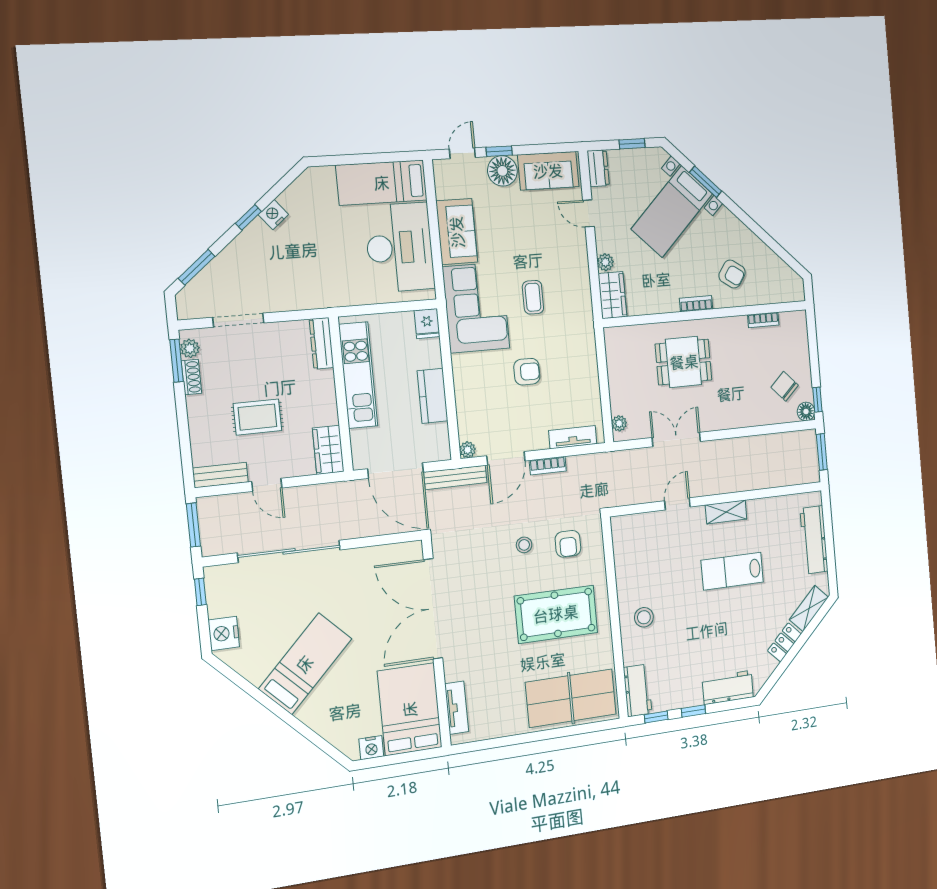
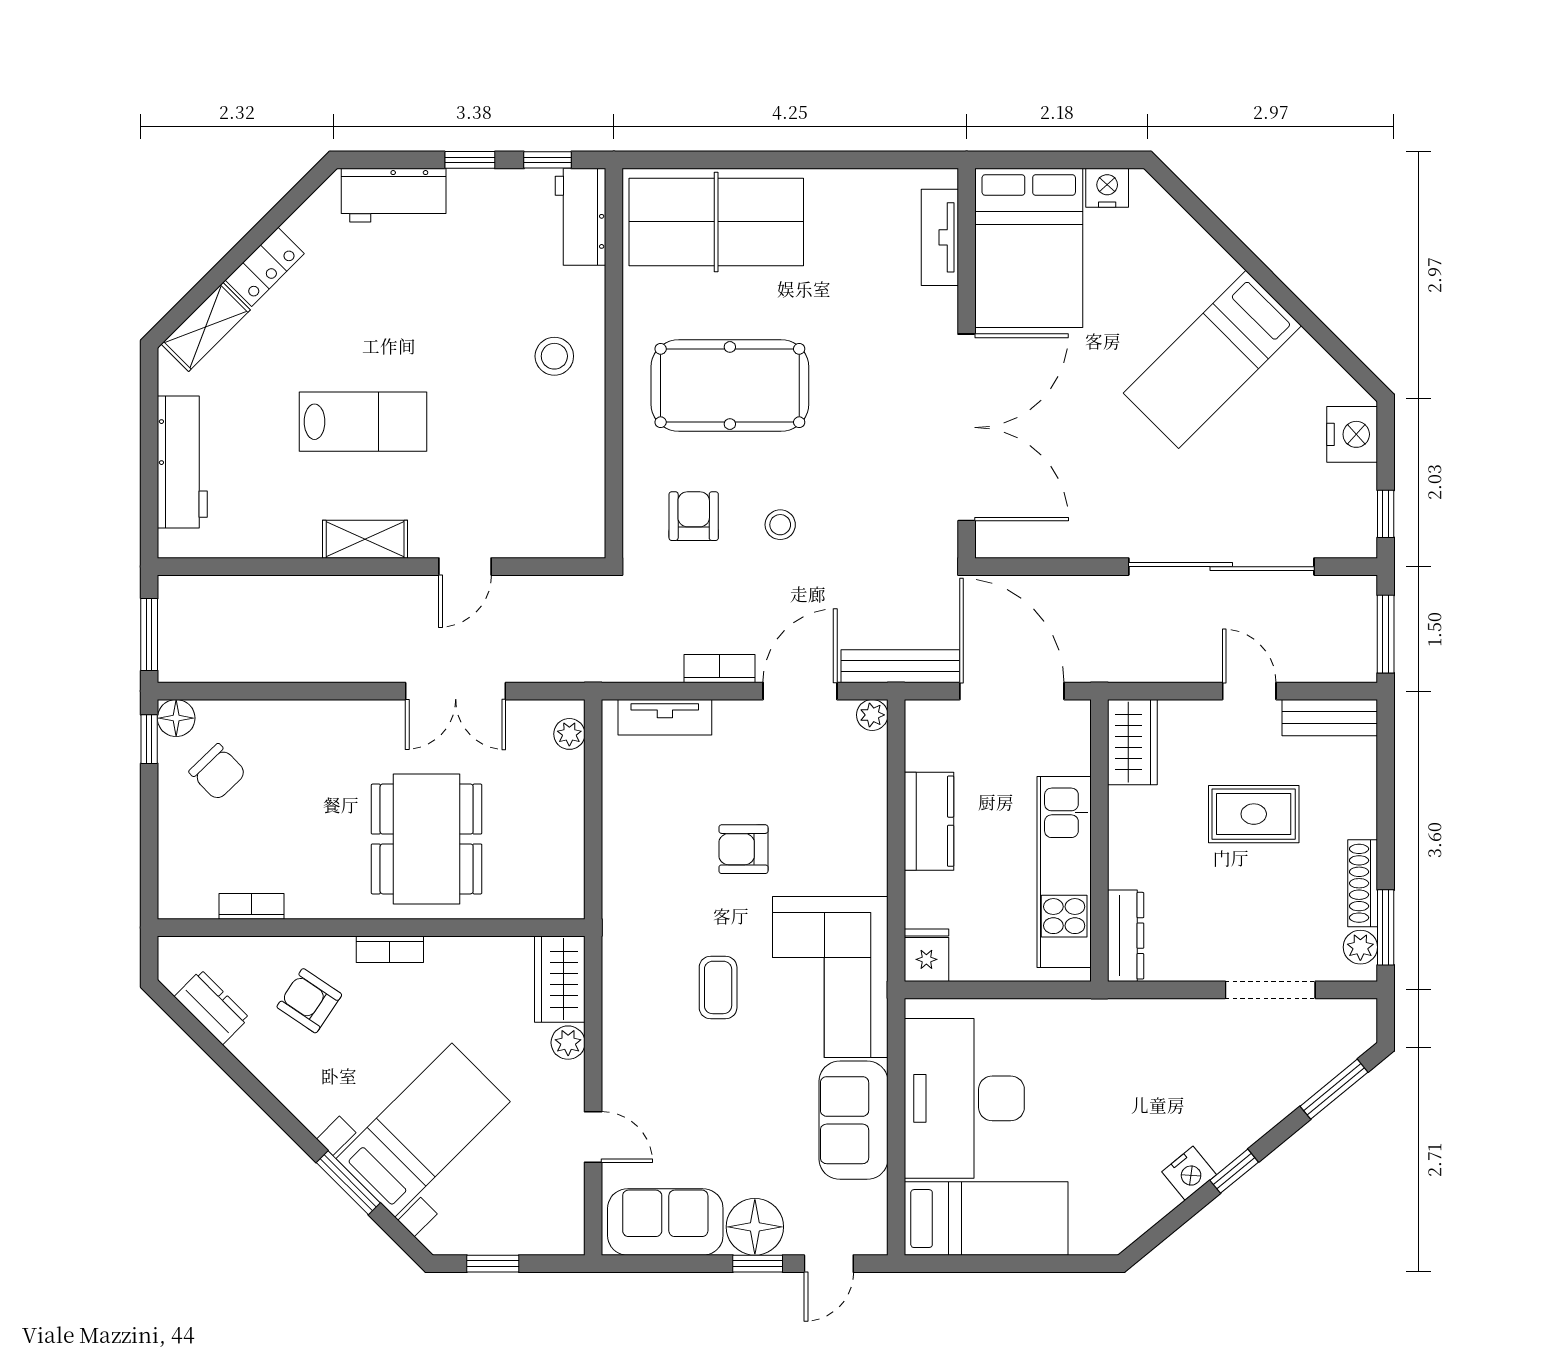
dresser: (598, 168) -> (212, 1007), moved, turned 135
dining table: (684, 362) -> (427, 839), width x1.38
shoe rack: (191, 377) -> (1363, 883), width x1.43

